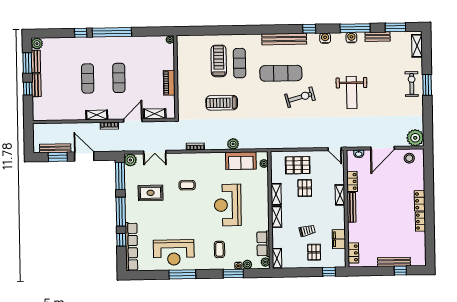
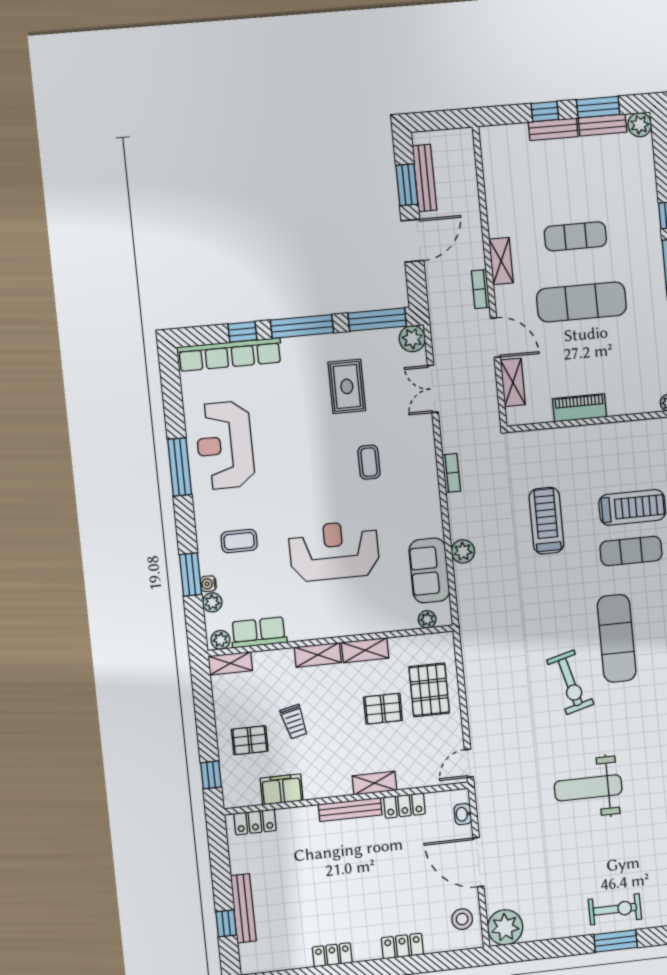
exercise mat: (119, 78) -> (581, 302), width x1.36, depth x1.45
locker: (420, 201) -> (402, 946), moved

